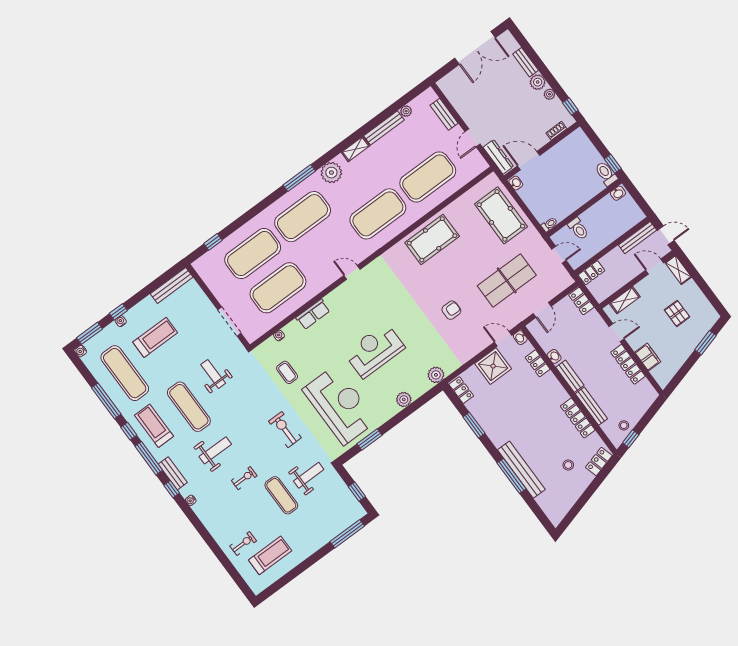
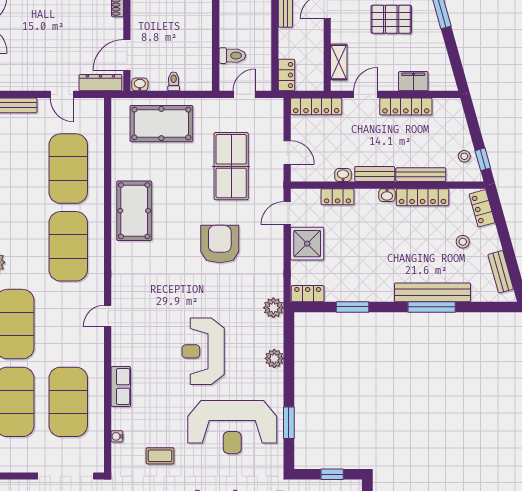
toilet: (549, 224) -> (174, 81), moved
locker: (581, 301) -> (316, 106), width x1.53
armchair: (451, 310) -> (220, 244), width x1.88, depth x1.88
pallet: (677, 313) -> (391, 19), width x1.50, depth x1.42
doorway: (229, 321) -> (66, 476), width x1.36
washbasin: (520, 338) -> (387, 195), moved
reception desk: (340, 405) -> (232, 427), turned 180
bench: (567, 504) -> (501, 272), added

